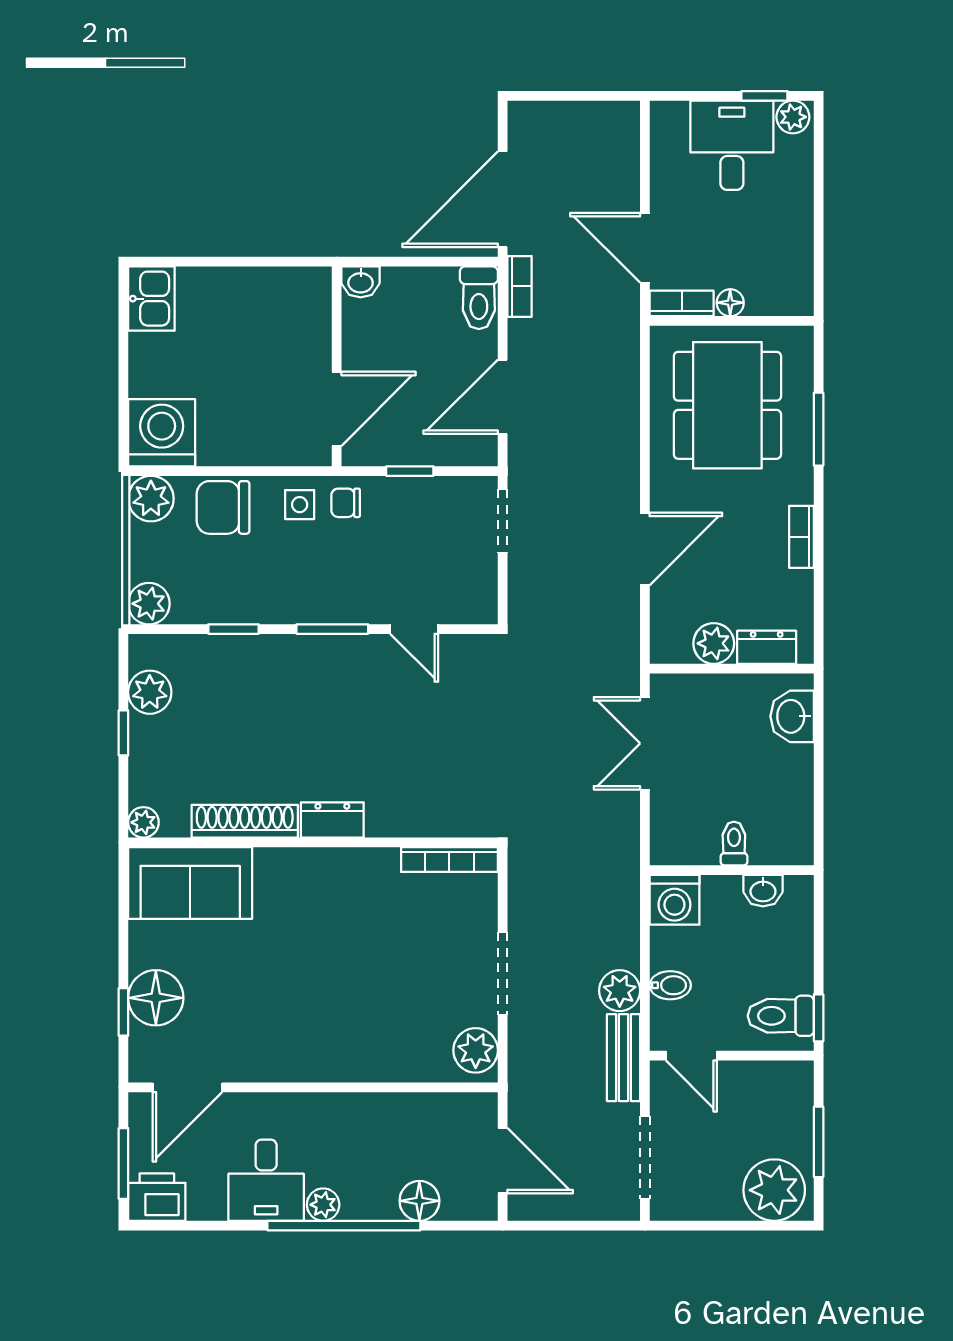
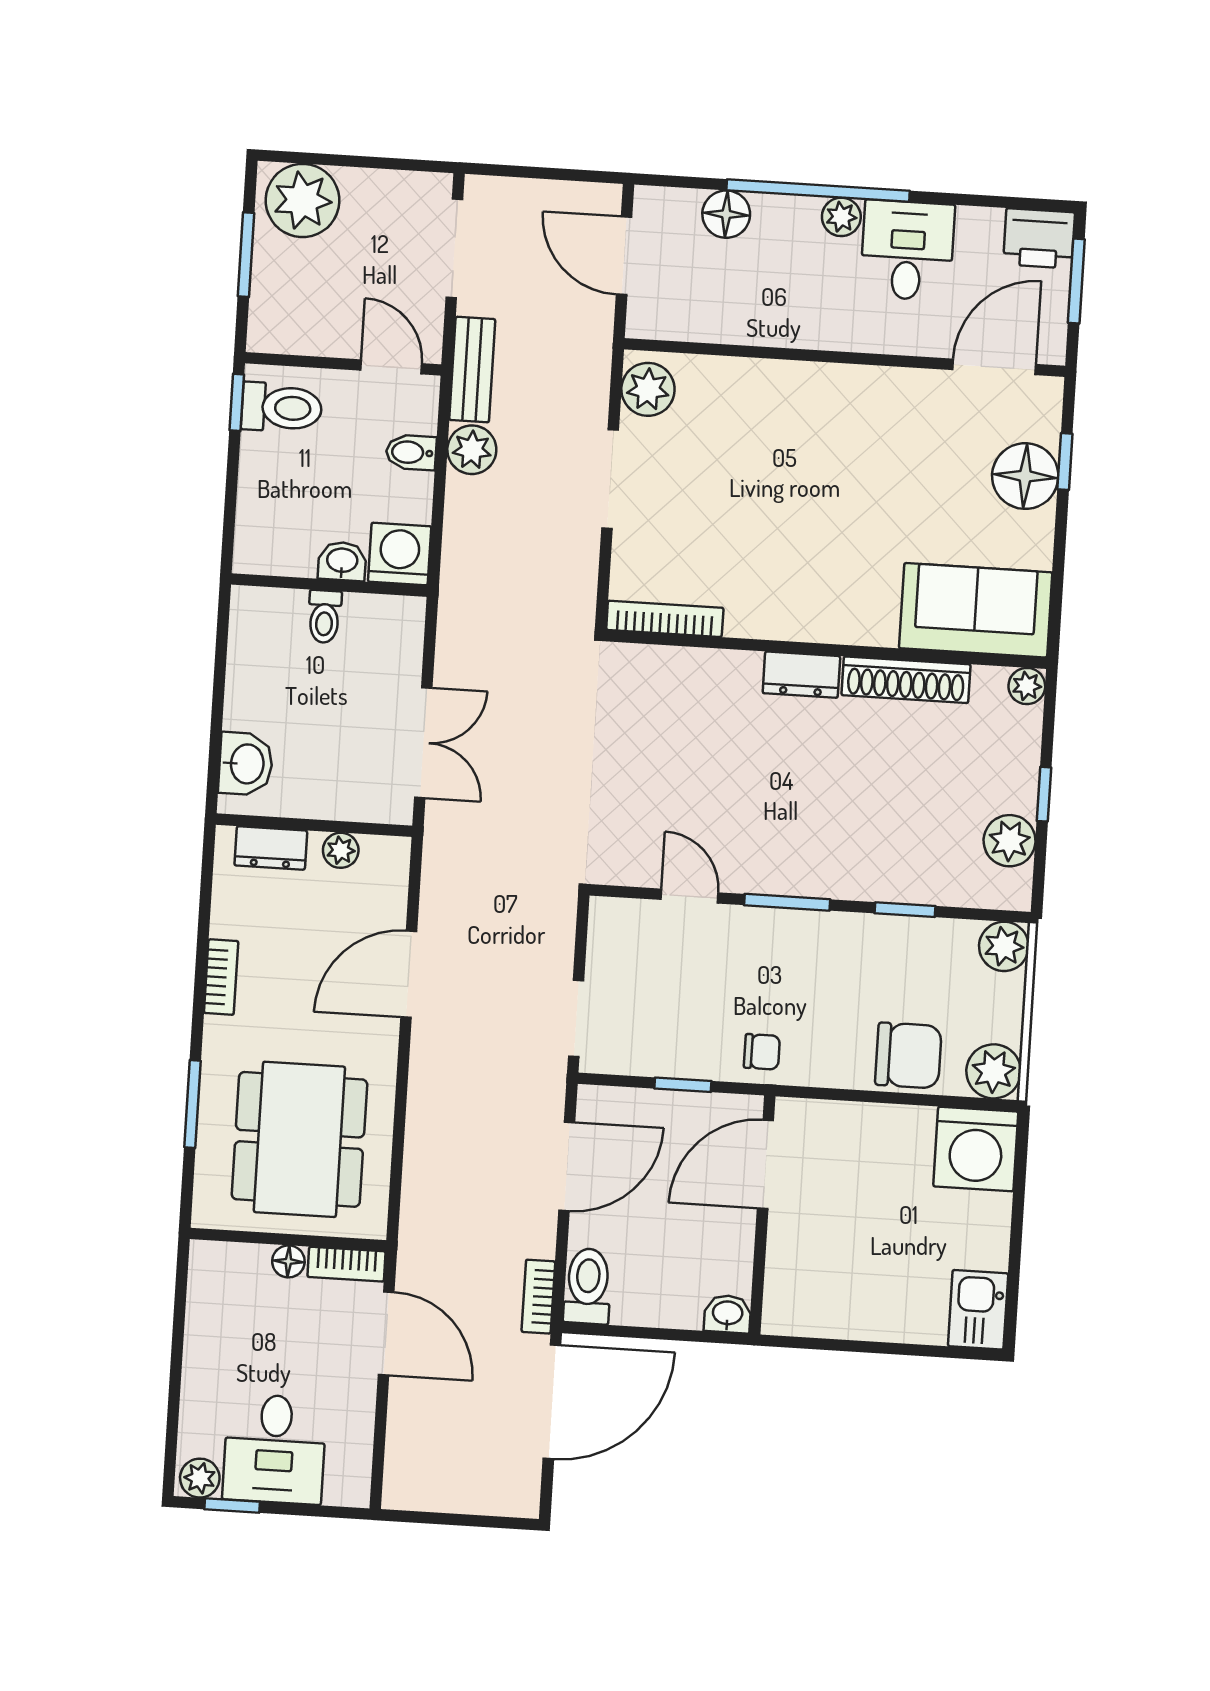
side table: (300, 505) -> (817, 1053), removed
plant: (714, 643) -> (341, 850), width x0.73, depth x0.73
washbasin: (763, 891) -> (342, 561), moved

